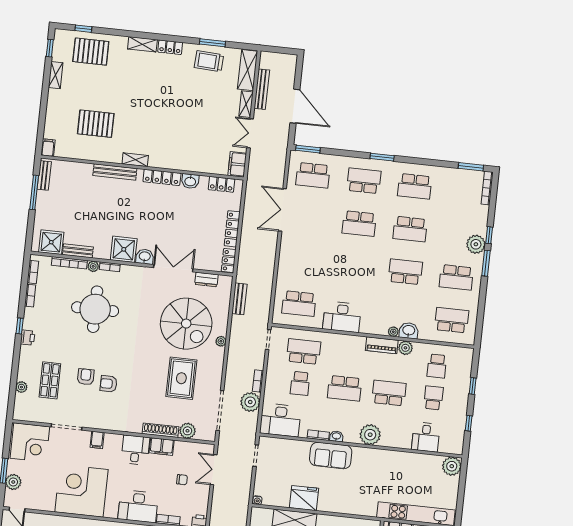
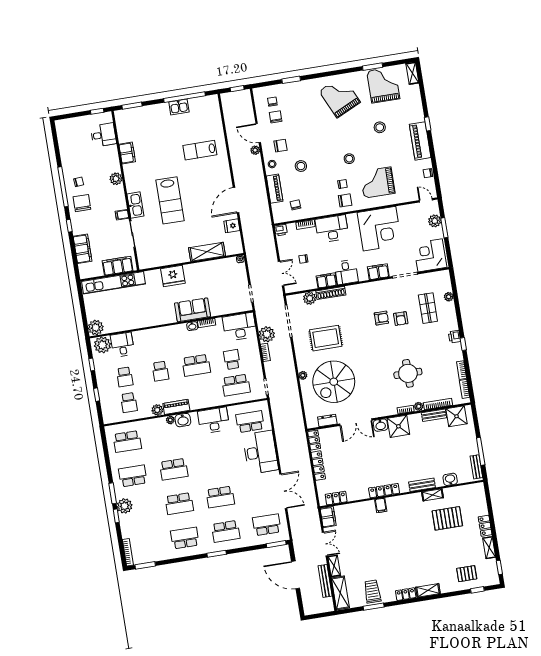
pallet: (91, 52) -> (467, 574), width x0.67, depth x0.71
trolley: (209, 61) -> (372, 591), turned -93
locker: (53, 102) -> (485, 526), added
filing cabinet: (48, 148) -> (381, 505), moved
shelving: (135, 160) -> (432, 495), moved
bench: (115, 172) -> (422, 485), width x0.73
washbasin: (190, 181) -> (450, 479), moved
school desk: (359, 224) -> (220, 497), turned 180
school desk: (410, 229) -> (179, 504), turned 180
desk: (297, 264) -> (260, 452), added
bench: (239, 299) -> (297, 412), removed
round table: (95, 309) -> (408, 373), width x0.73, depth x0.73
spiral stairs: (186, 324) -> (334, 382), turned -90
washbasin: (409, 331) -> (183, 420), moved
school desk: (437, 366) -> (129, 403), turned 180
rug: (181, 378) -> (326, 338), turned 90
school desk: (345, 388) -> (196, 365), turned 180
school desk: (389, 393) -> (160, 371), width x0.54
plant: (370, 435) -> (102, 345), moved
filing cabinet: (97, 440) -> (378, 272), width x2.00
fridge: (304, 498) -> (173, 276), moved

